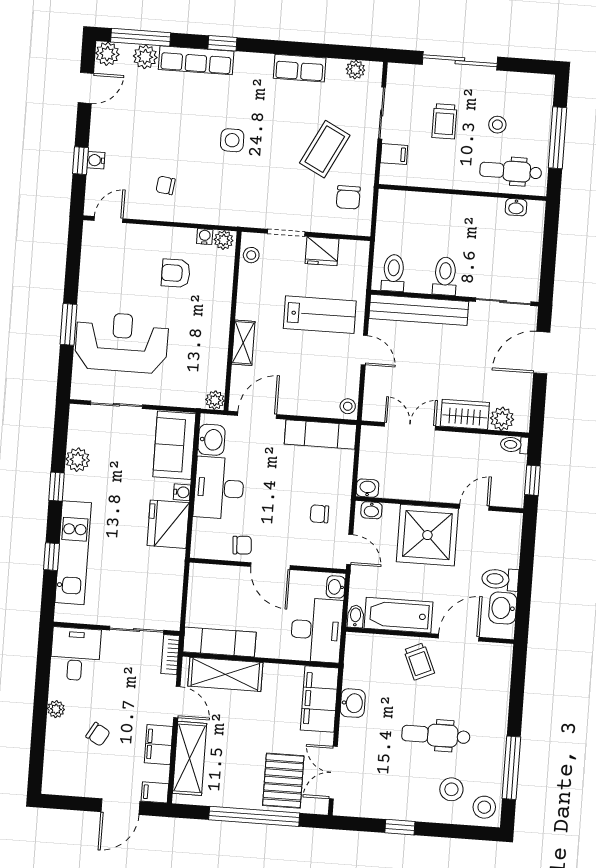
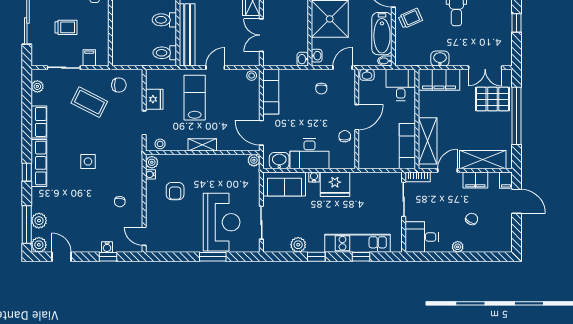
row of seats: (196, 60) -> (39, 163), moved
reception desk: (122, 342) -> (222, 222), turned 180
shelving: (243, 343) -> (202, 145), moved
desk: (317, 630) -> (401, 85), width x0.73

